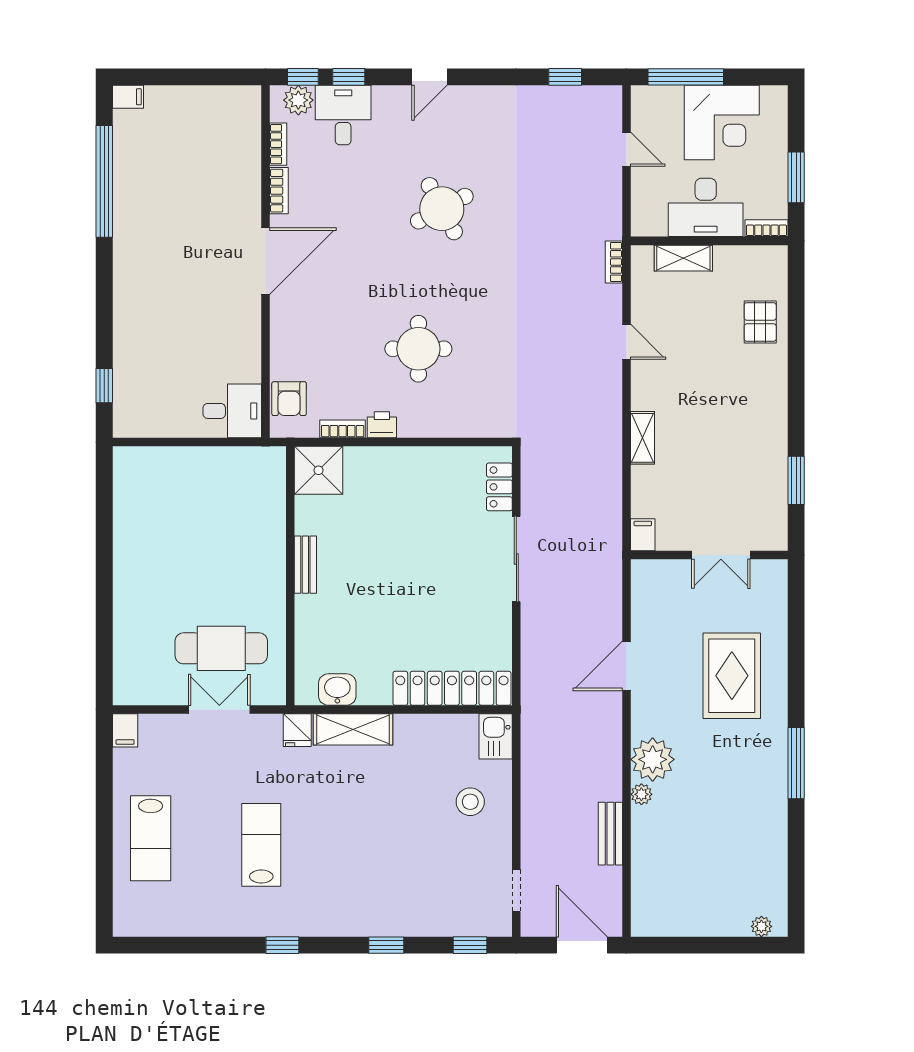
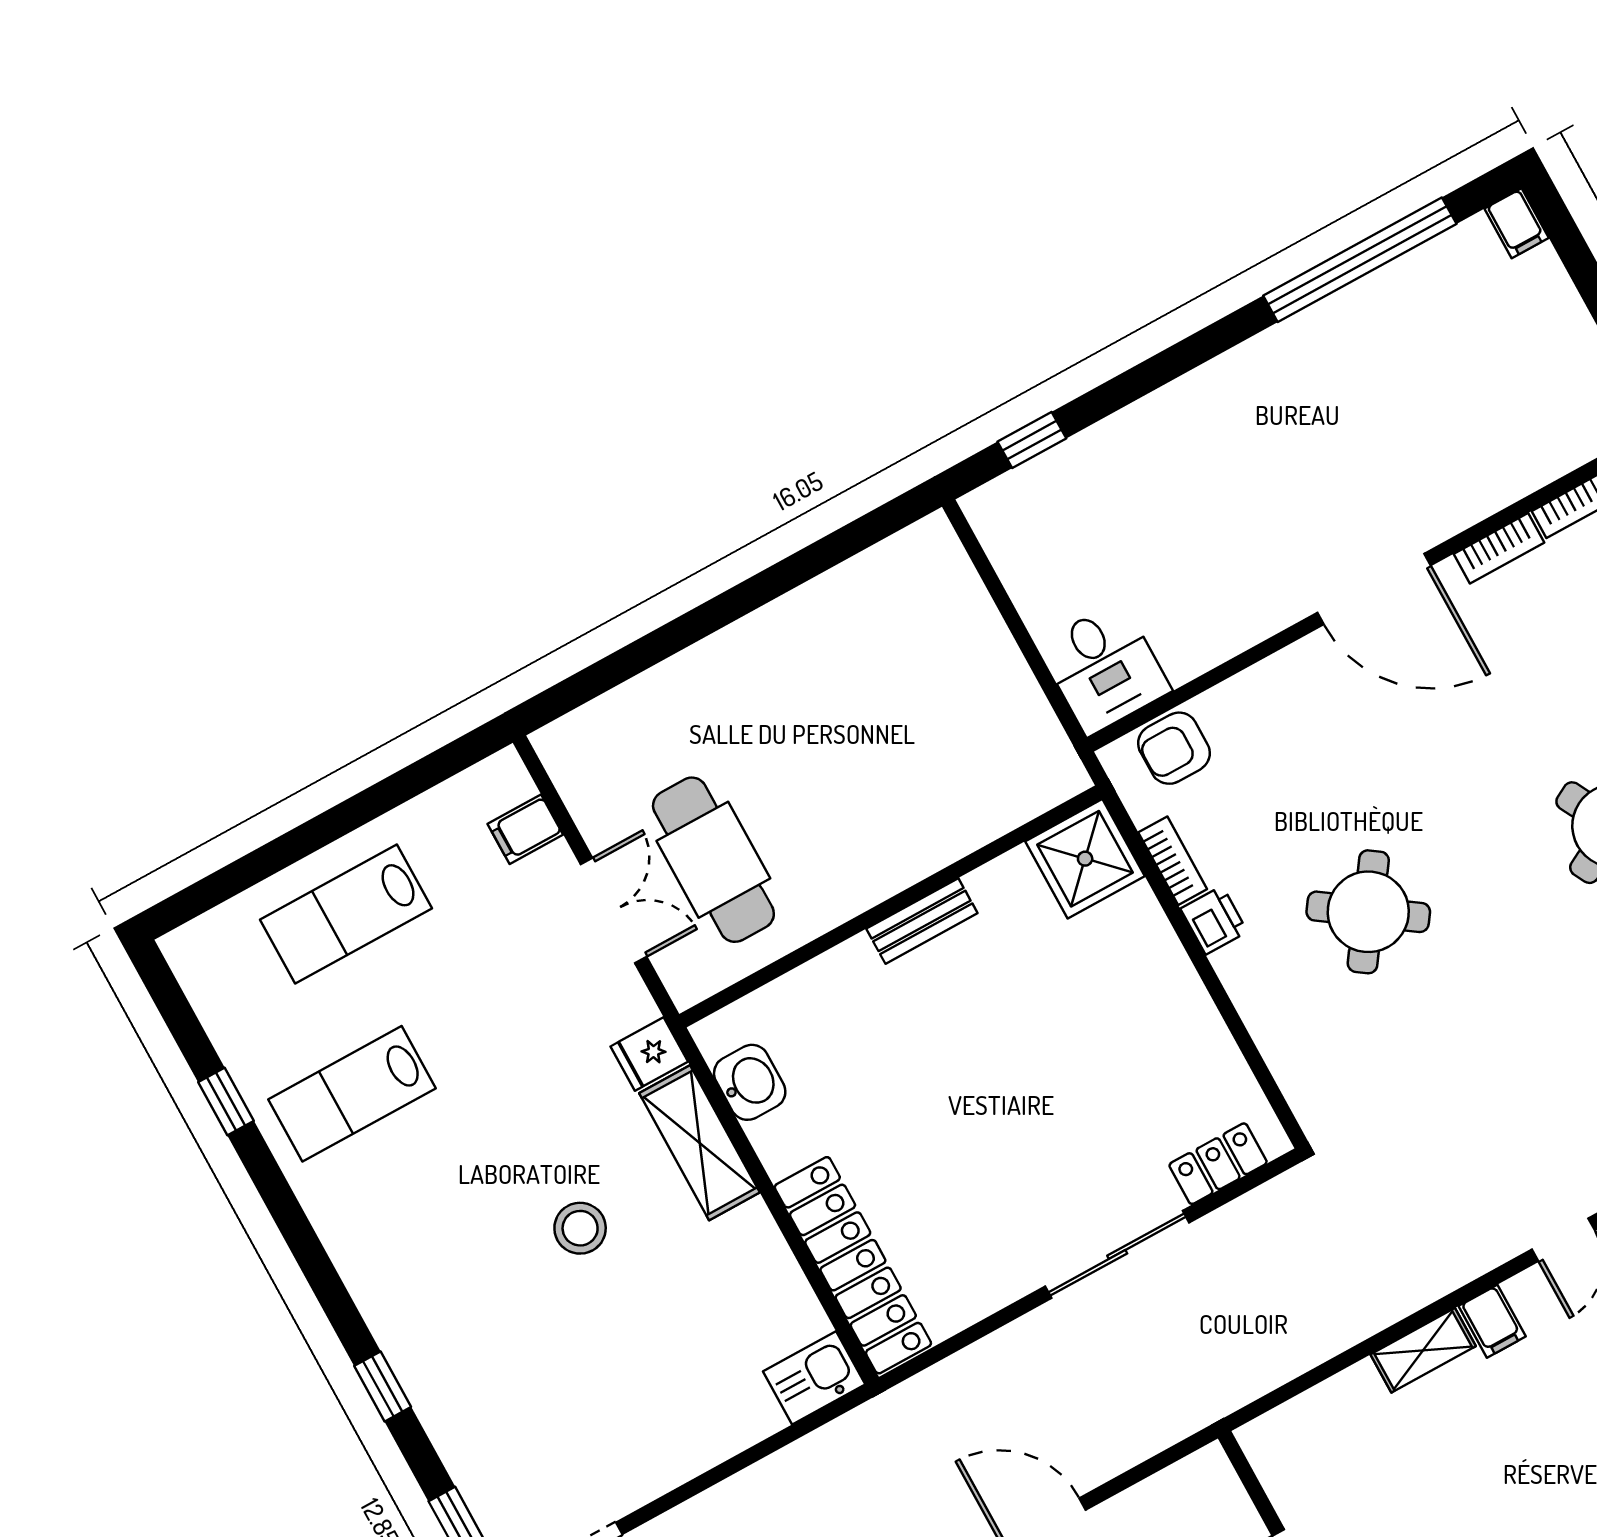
round table: (418, 349) -> (1368, 912), turned 35
filing cabinet: (643, 535) -> (1492, 1321), moved, turned 90
filing cabinet: (125, 730) -> (525, 829), moved
stool: (470, 802) -> (580, 1228), moved
lab bench: (261, 845) -> (352, 1094), moved, turned 180
window: (282, 945) -> (226, 1101), moved

